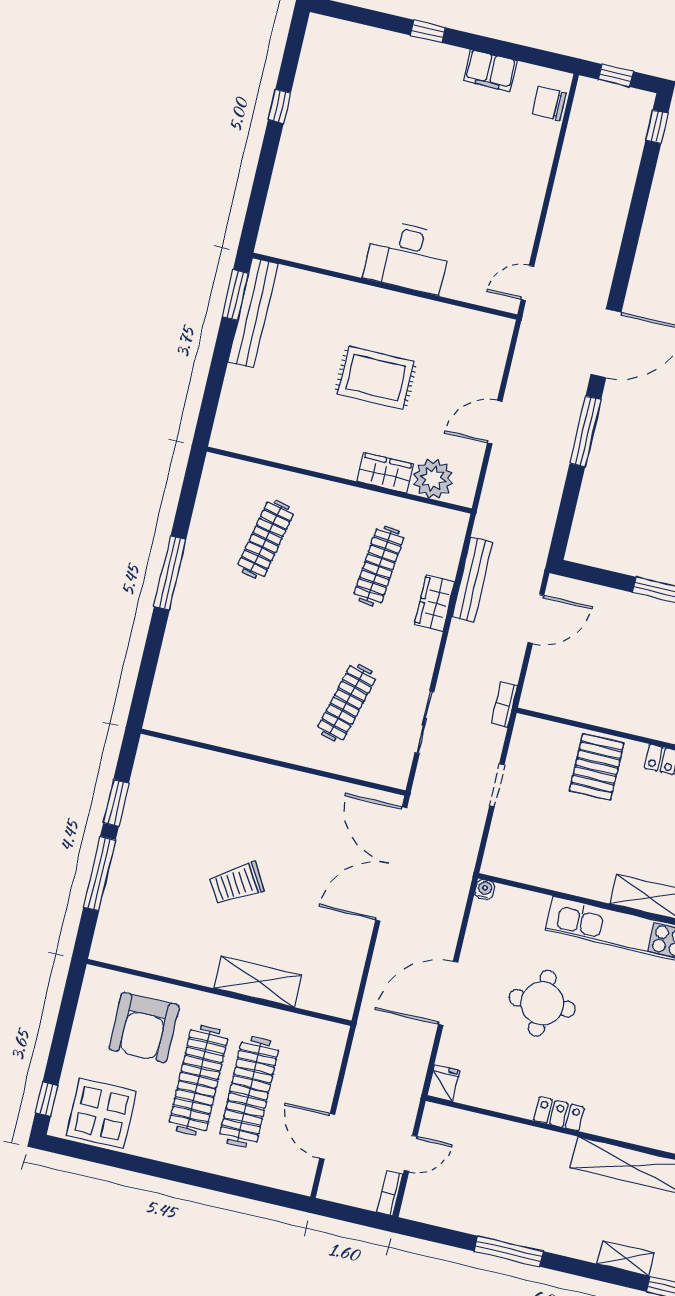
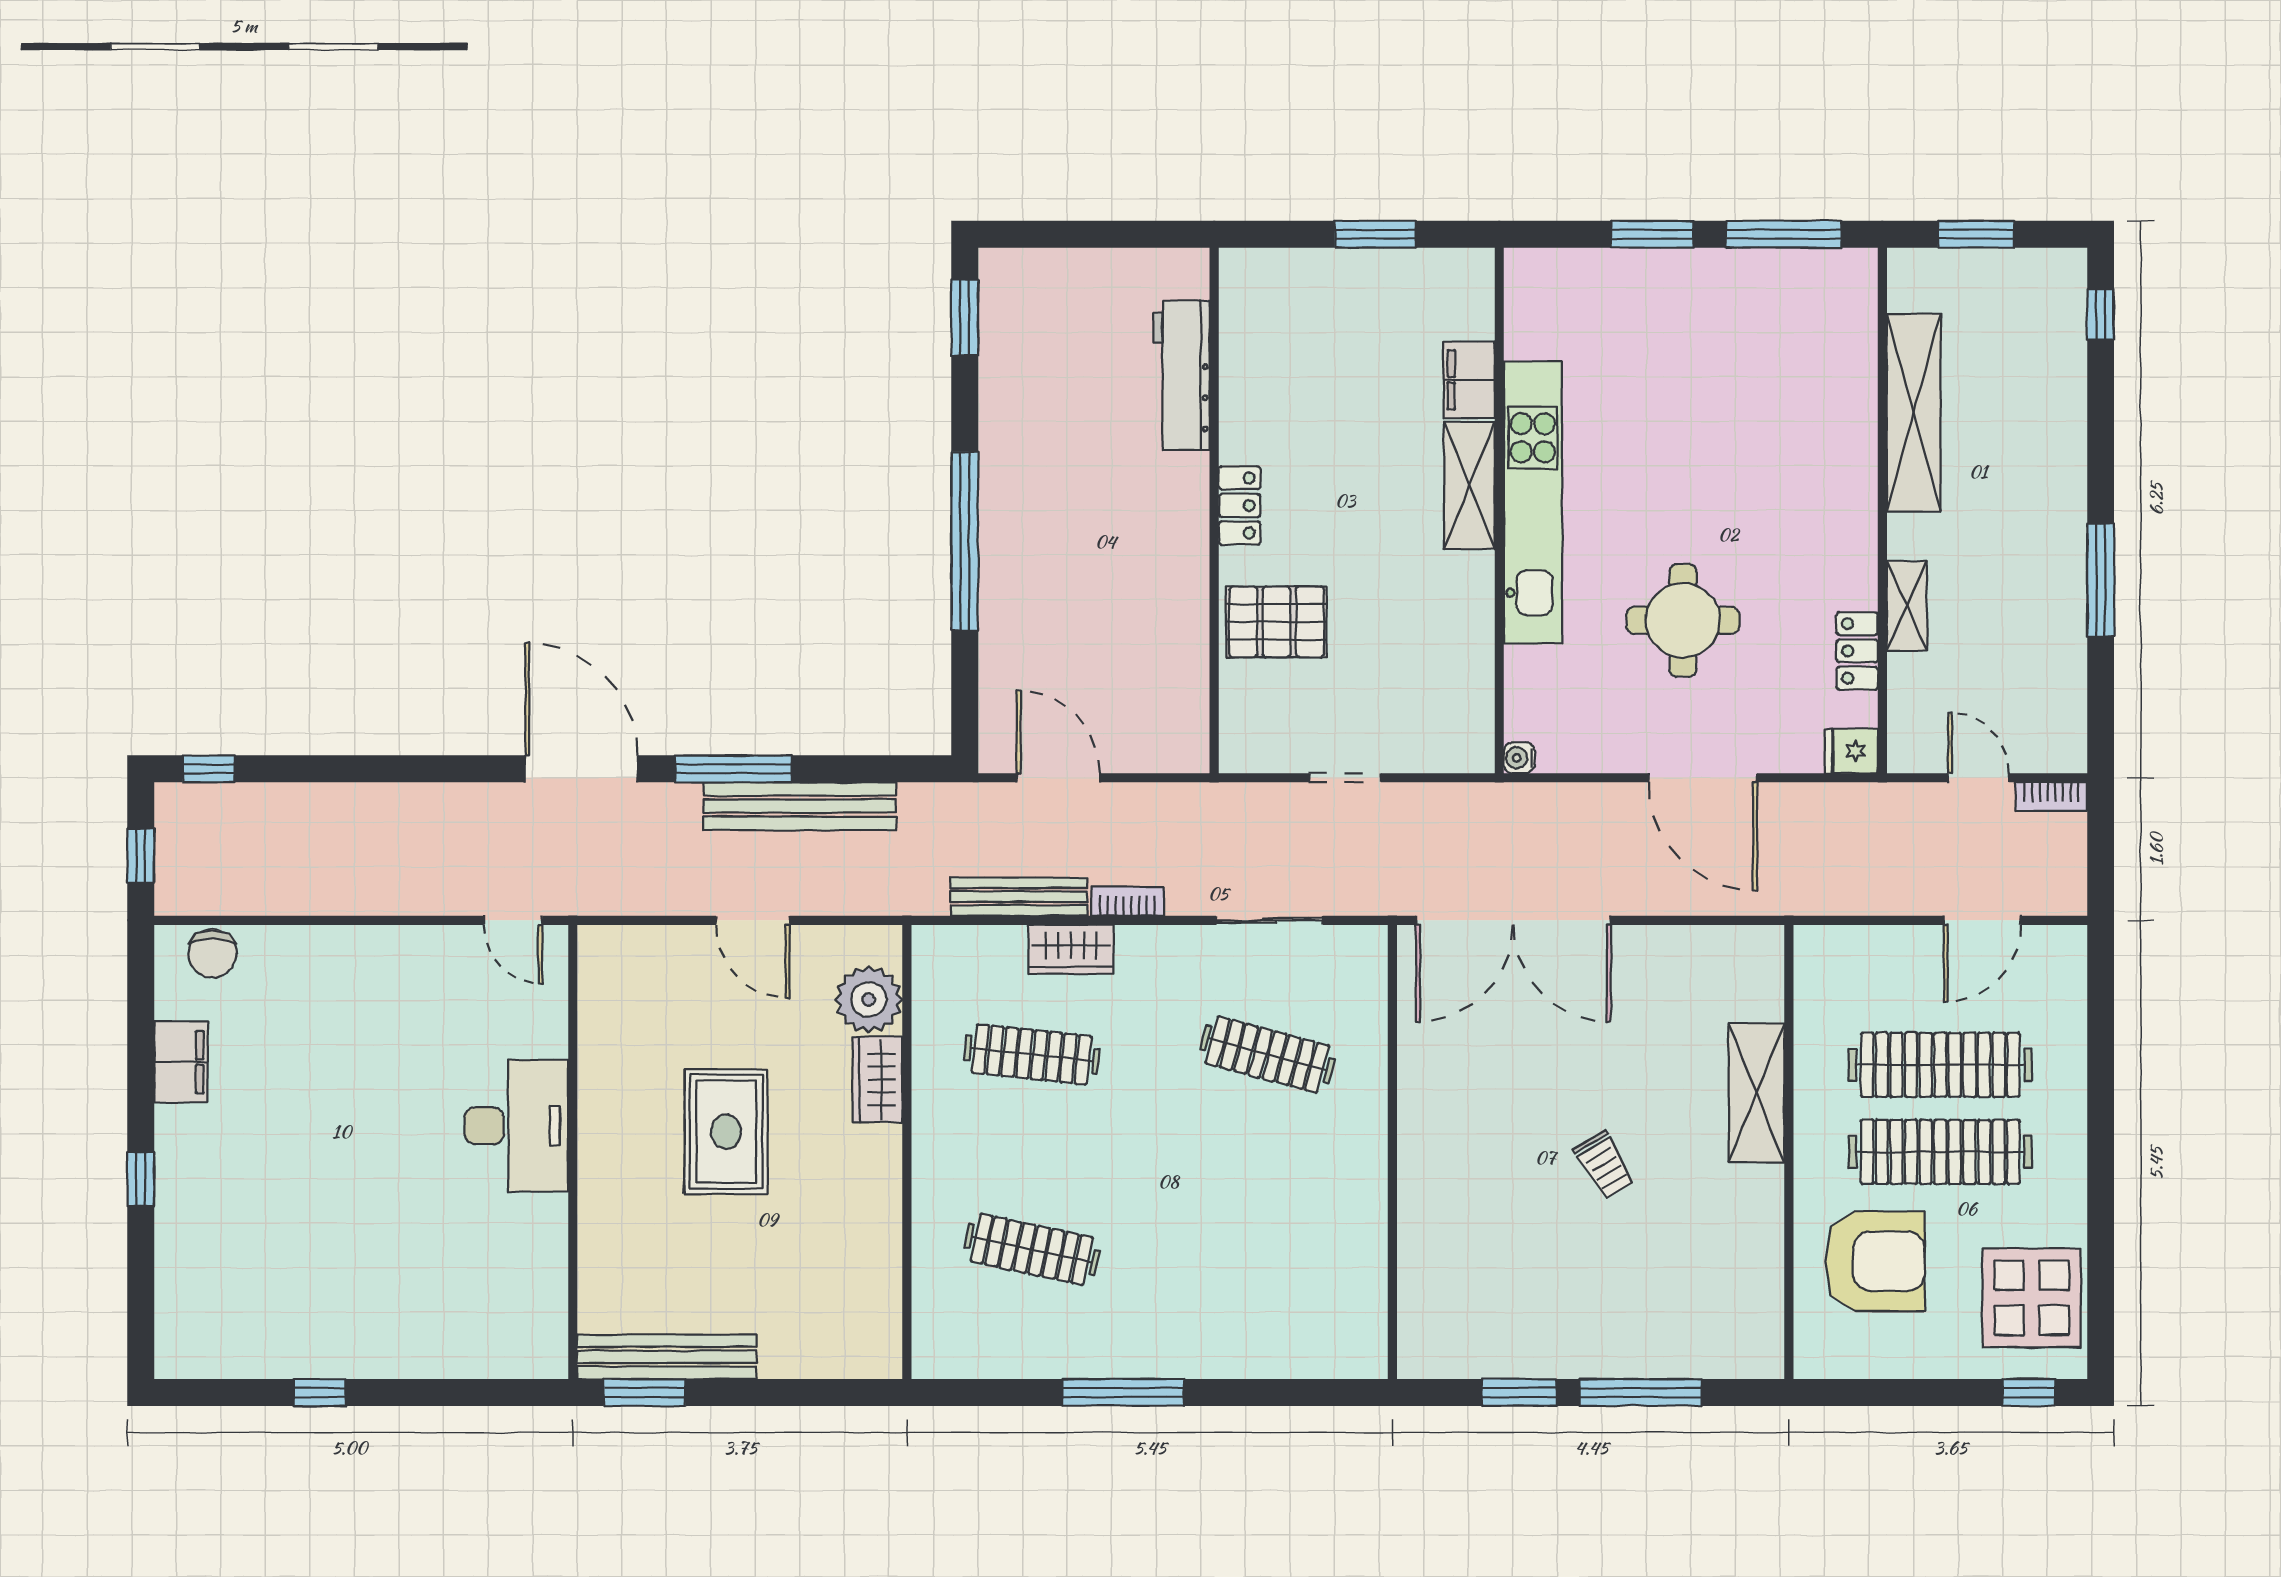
bench: (555, 465) -> (800, 806), added
bookcase: (504, 704) -> (1127, 901), moved, turned 180
trolley: (237, 883) -> (1604, 1165), width x0.73, depth x0.72
locker: (559, 1114) -> (1857, 651), moved
shelving: (626, 1258) -> (1907, 606), moved

